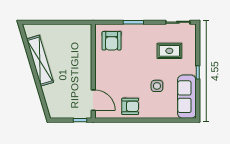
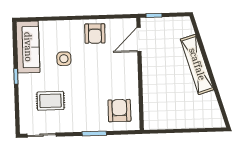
shelving: (40, 61) -> (197, 64), moved
door: (93, 100) -> (139, 40), hinge flipped
armchair: (130, 106) -> (95, 34), turned -89

